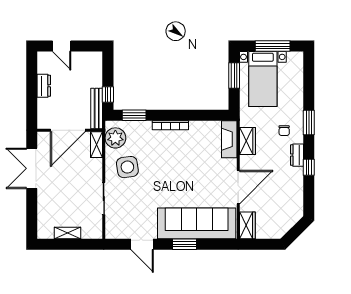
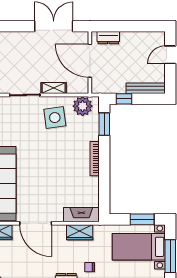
dresser: (44, 86) -> (108, 38), moved
bench: (97, 108) -> (146, 88), moved
shelving: (97, 145) -> (54, 88), moved

